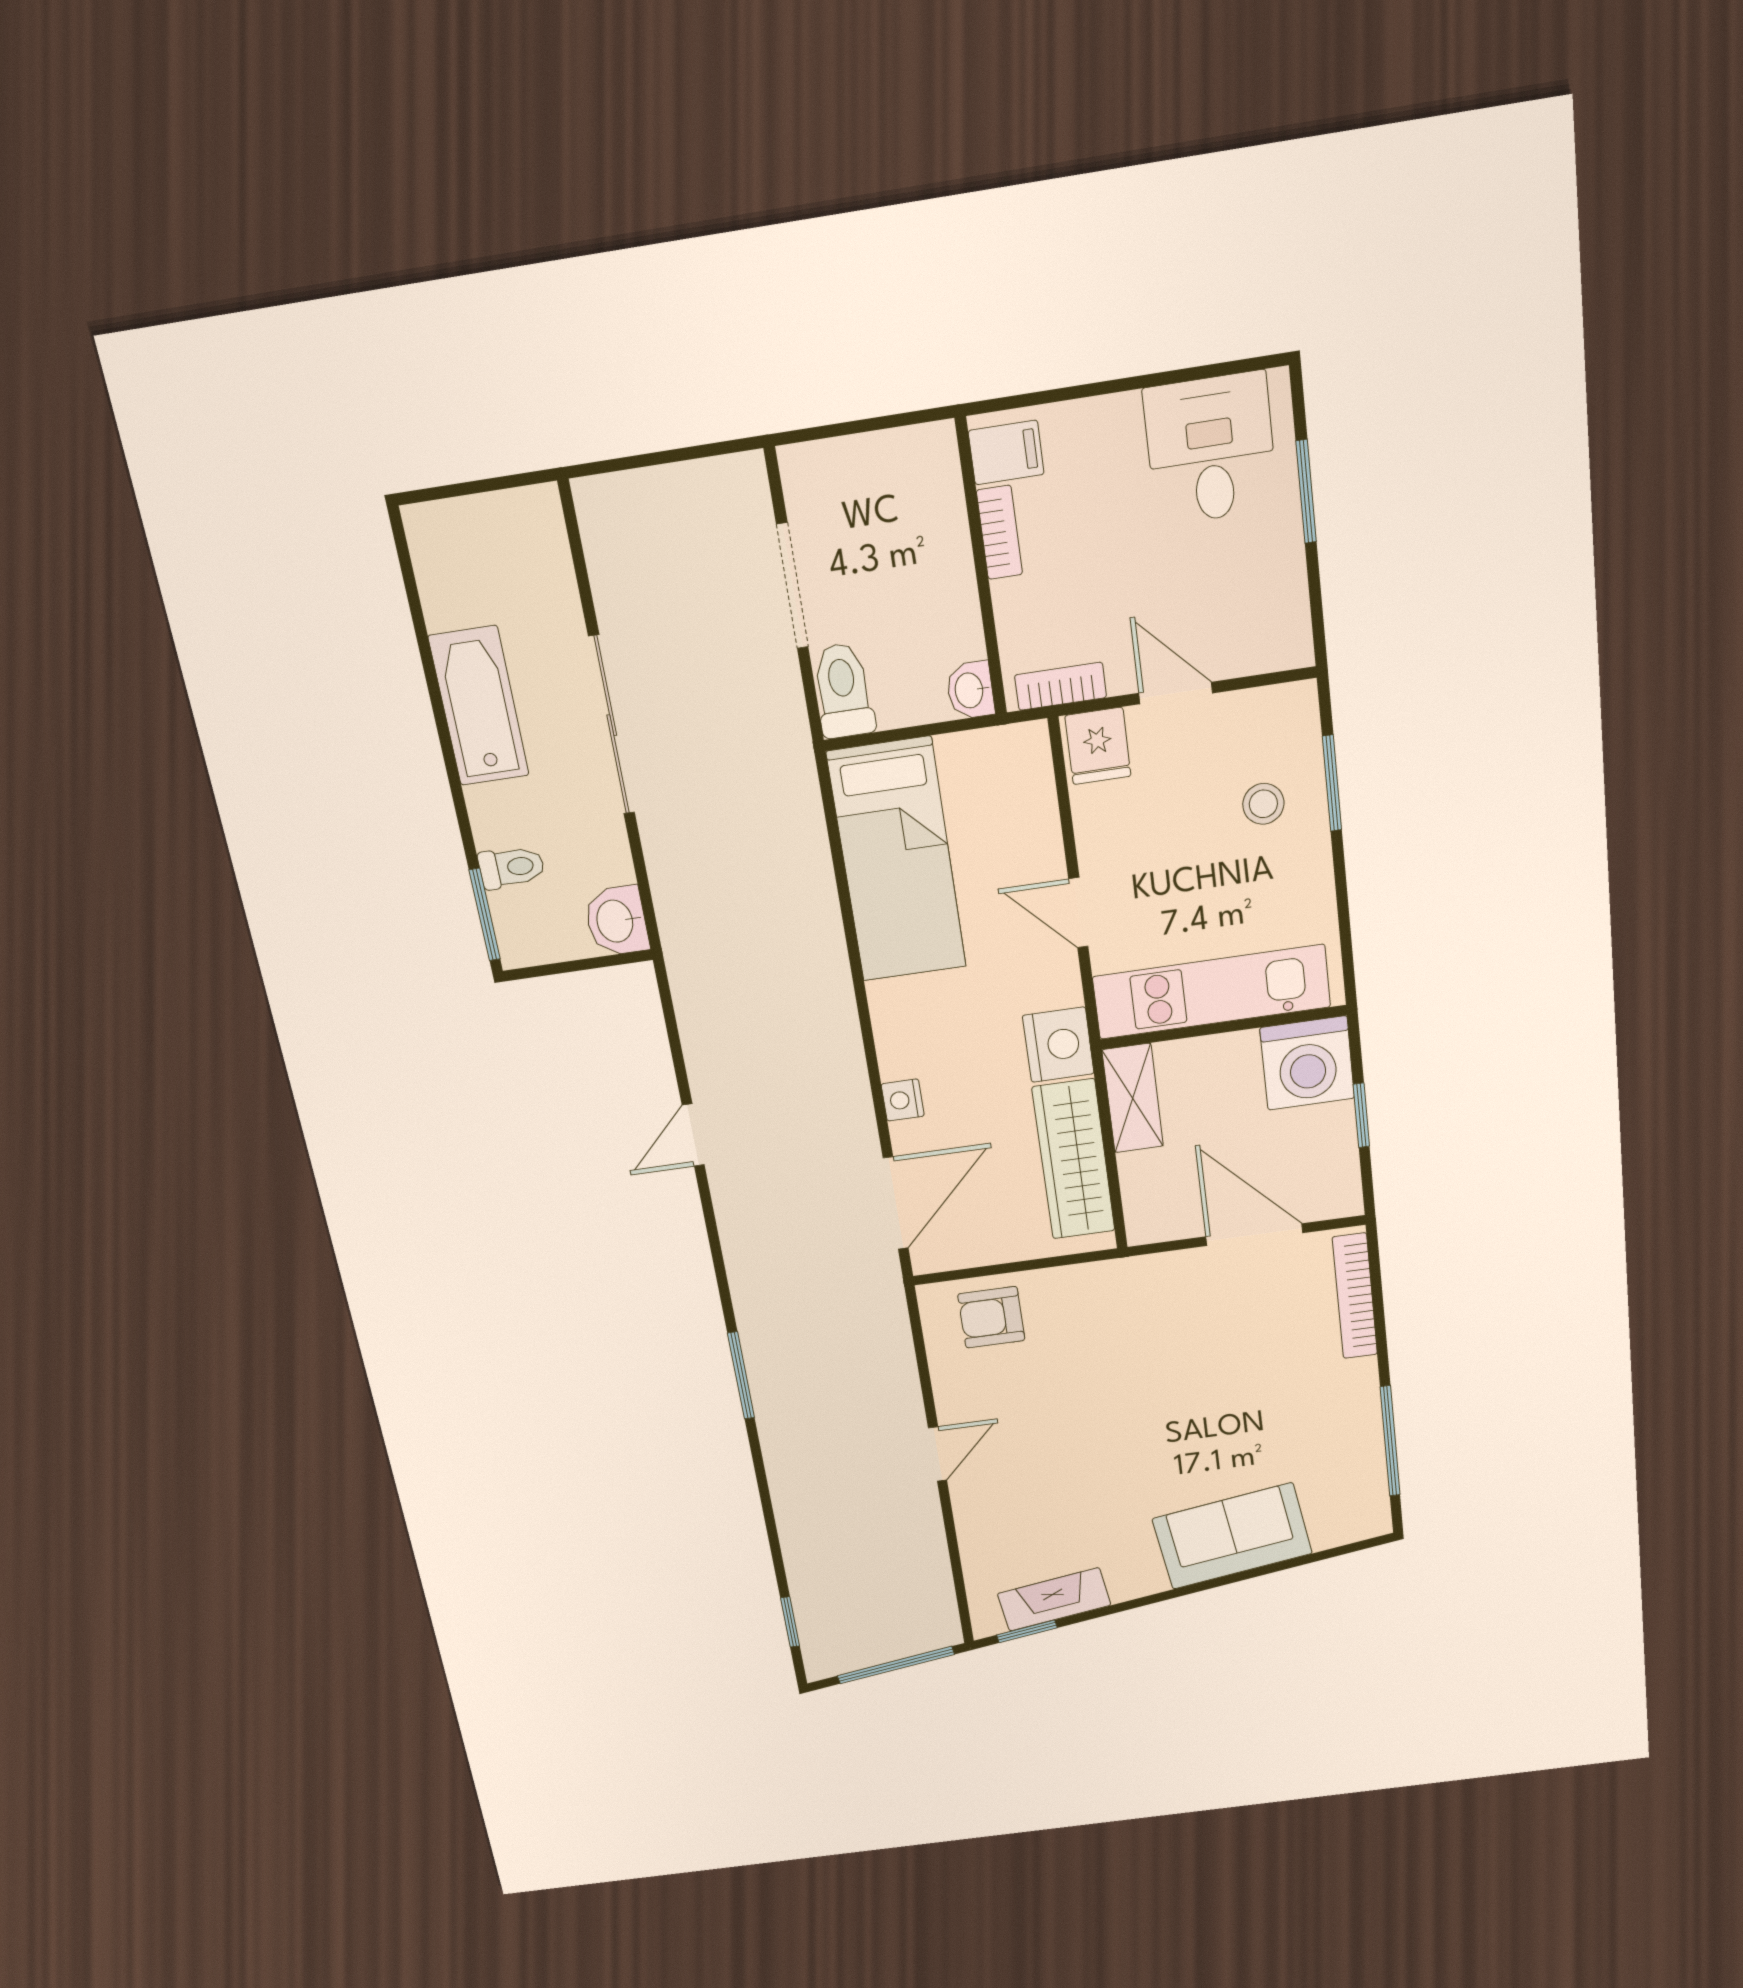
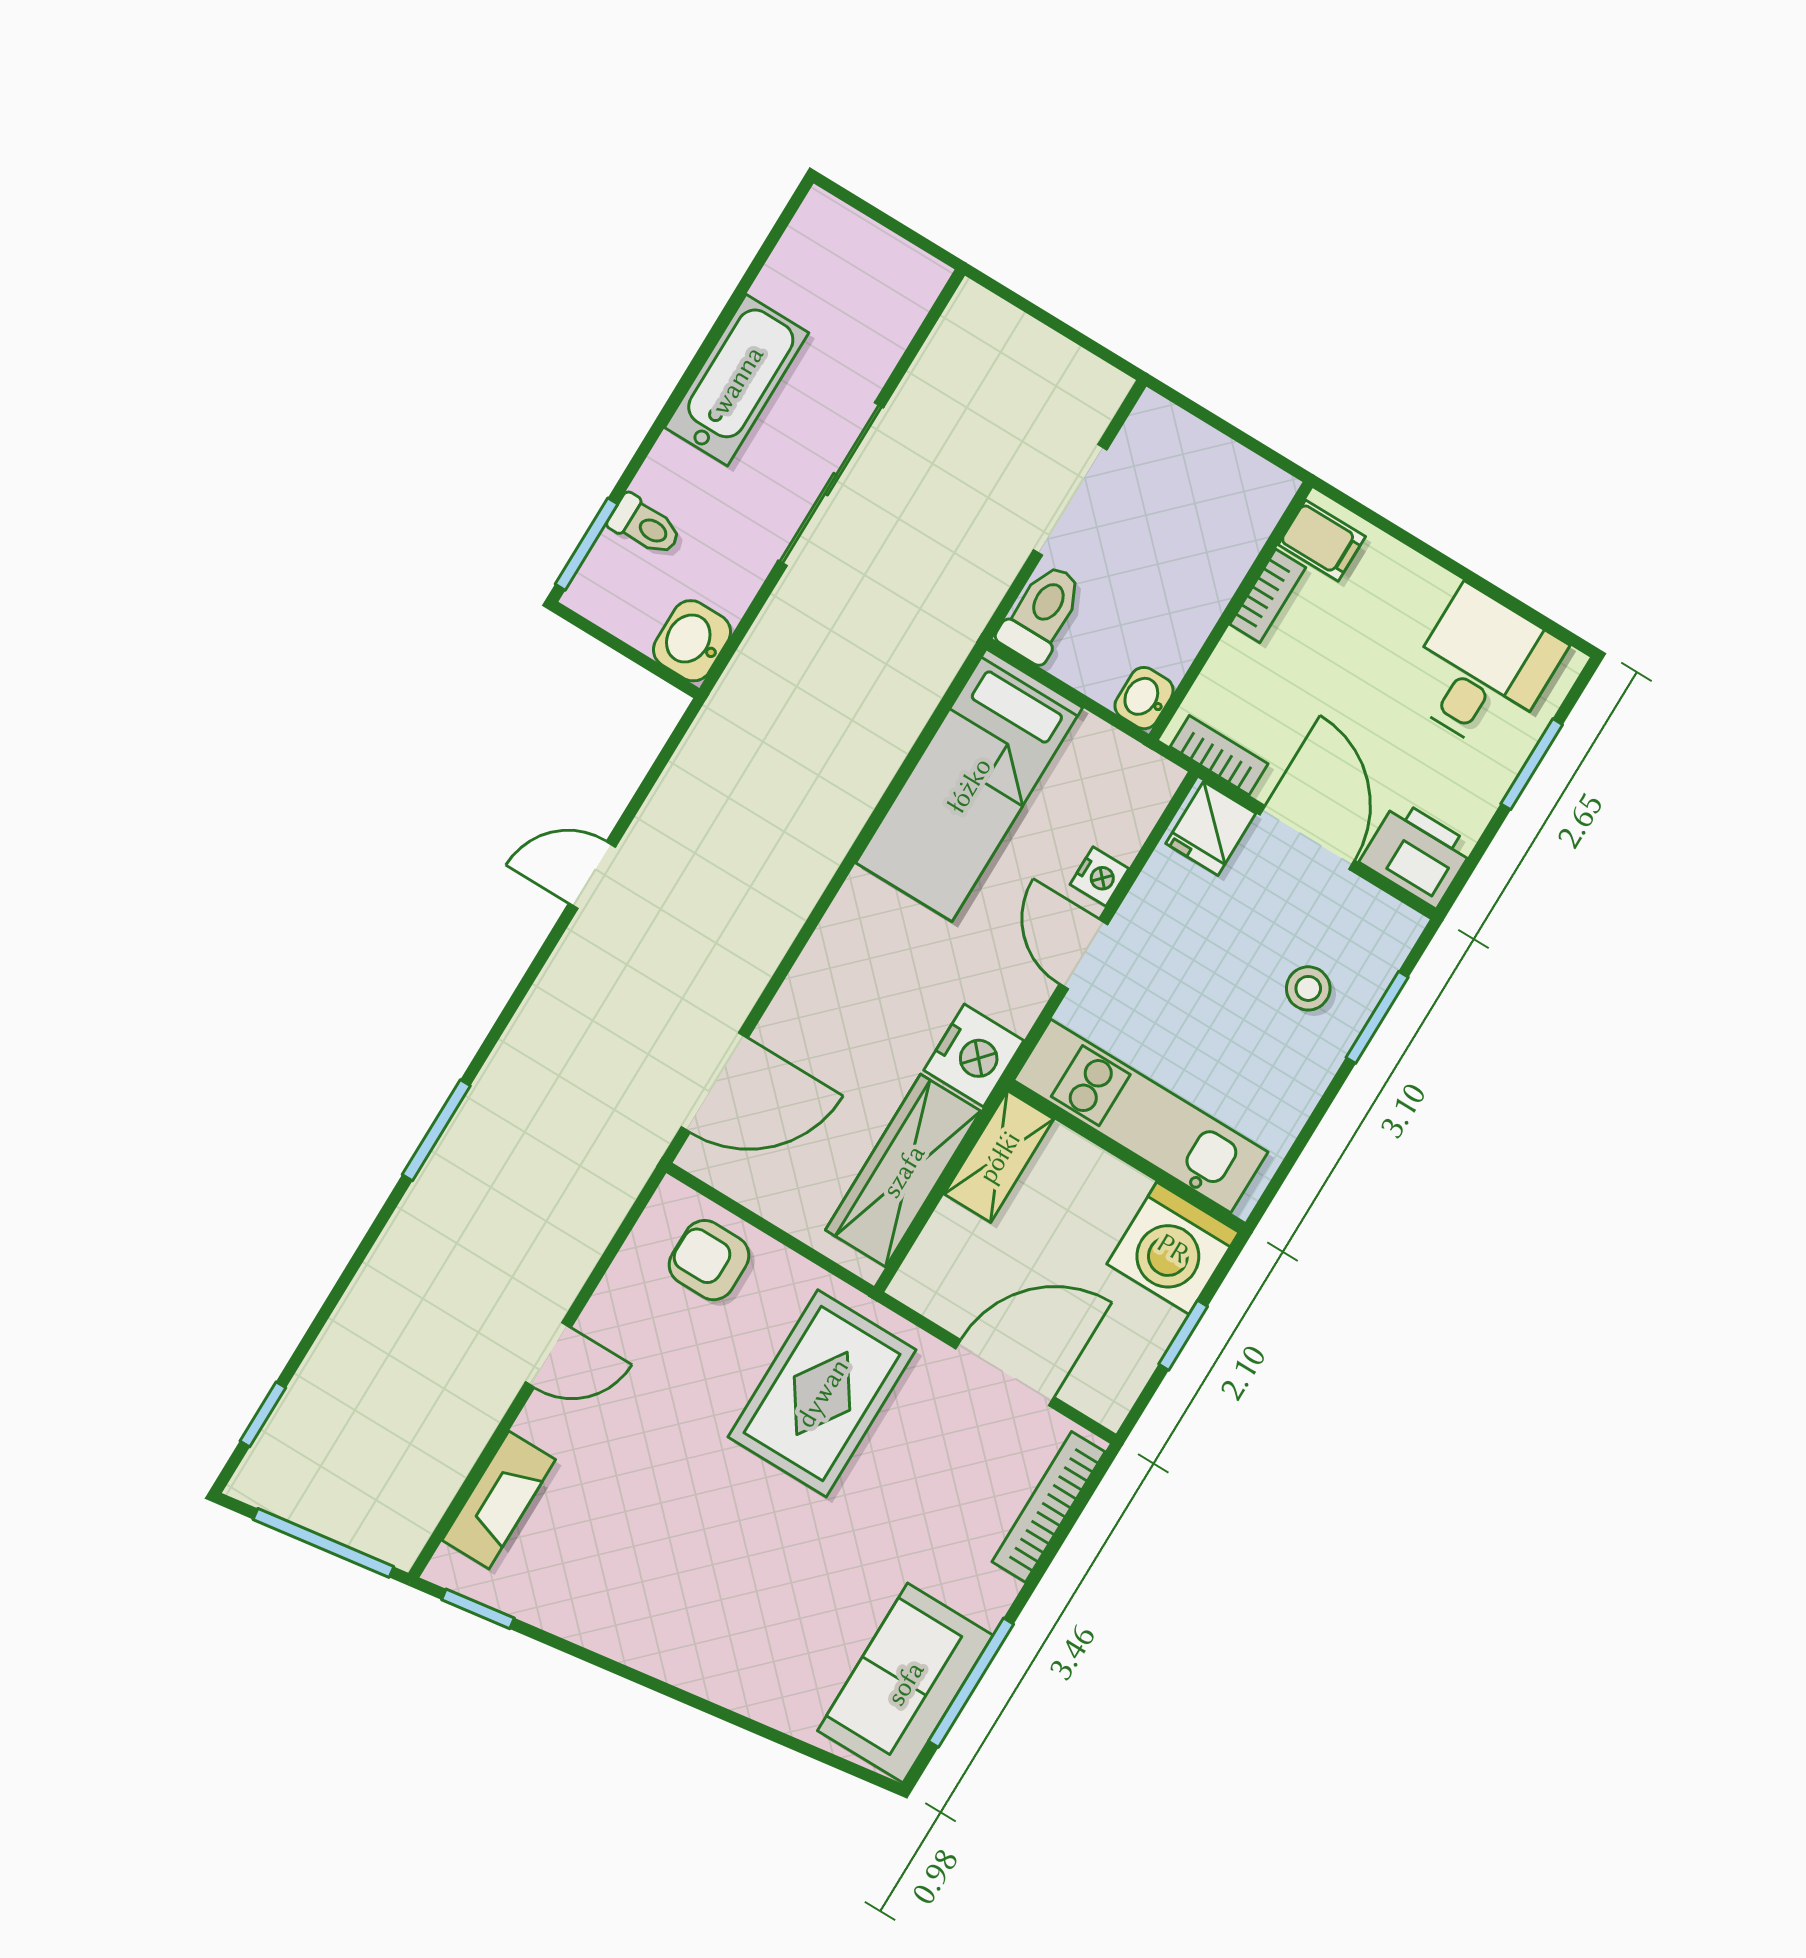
printer: (1269, 636) -> (1417, 854), added
door: (1176, 693) -> (1307, 838), width x1.38
nightstand: (903, 1100) -> (1099, 877), moved, turned 180
door: (1254, 1235) -> (1005, 1373), hinge flipped
rug: (1139, 1342) -> (822, 1393), added
sofa: (1232, 1536) -> (905, 1683), moved, turned -82
fireplace: (1054, 1599) -> (499, 1500), moved, turned 98

